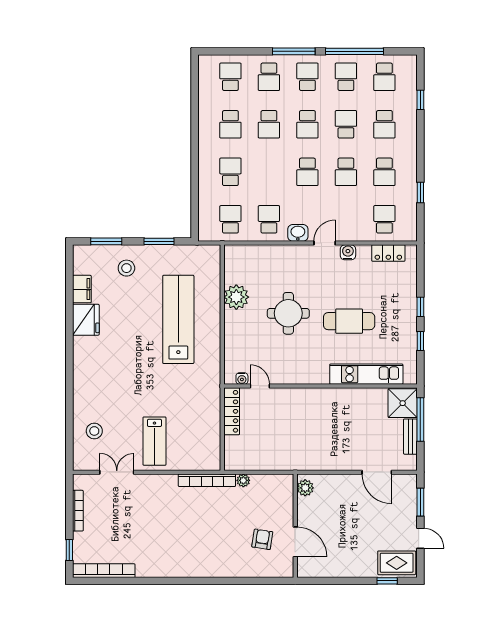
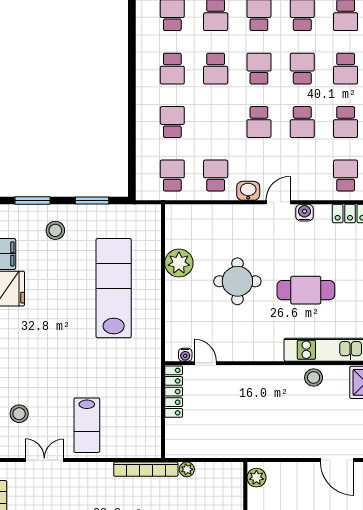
school desk: (307, 124) -> (259, 69), turned 180
stool: (356, 399) -> (314, 378), added

